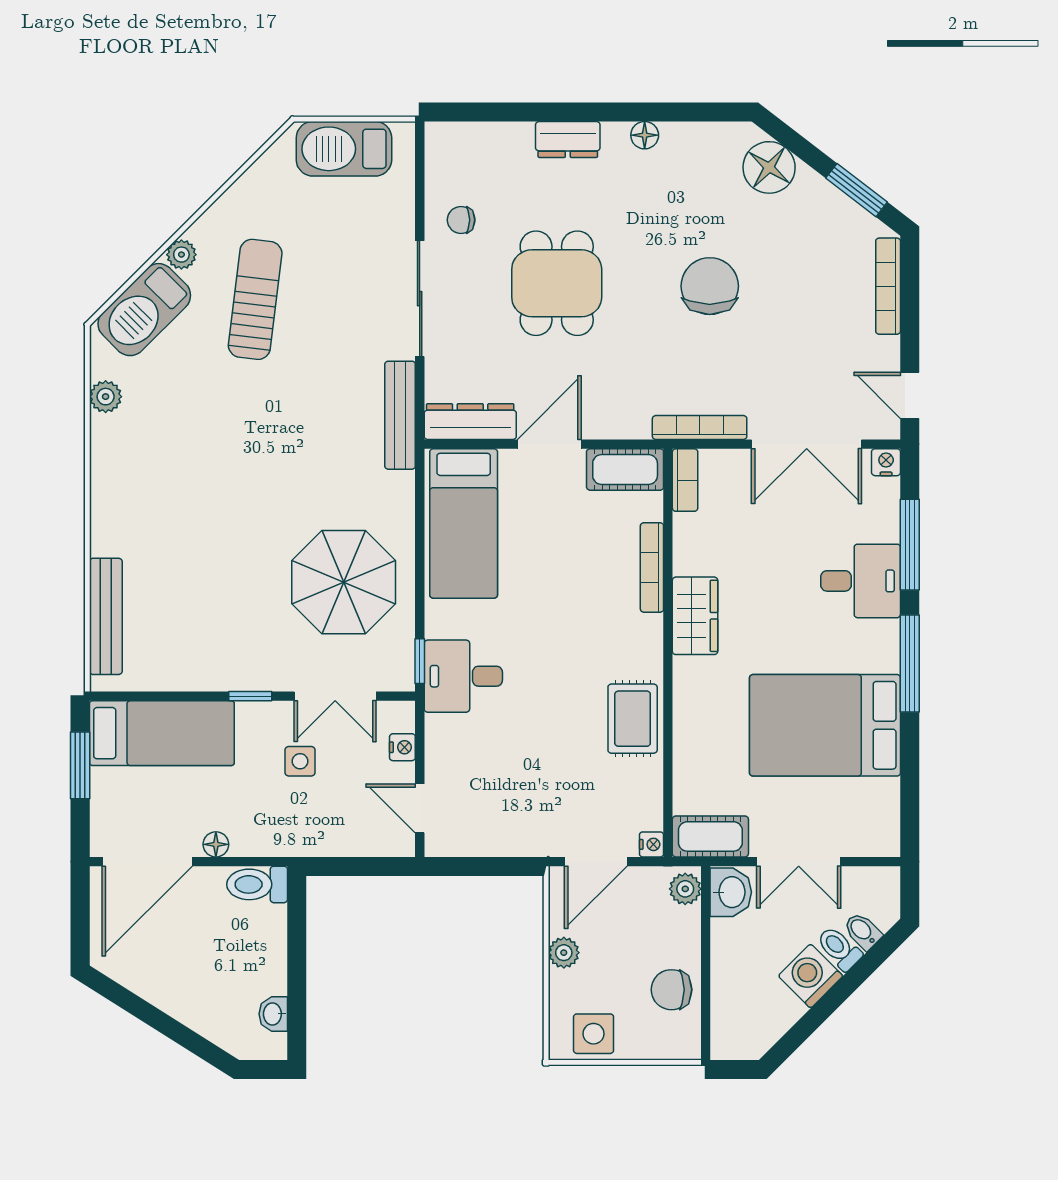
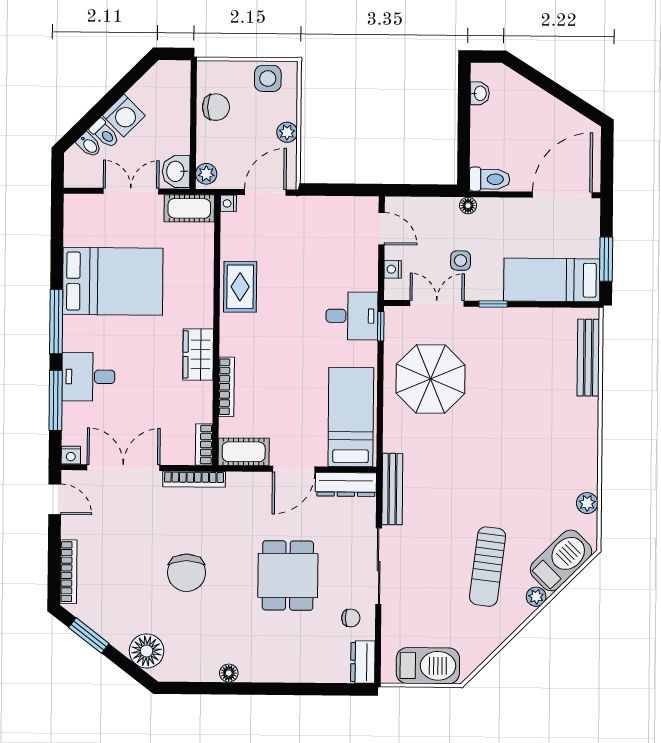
dresser: (568, 139) -> (363, 662), moved, turned -90
floor lamp: (216, 844) -> (468, 206), moved

